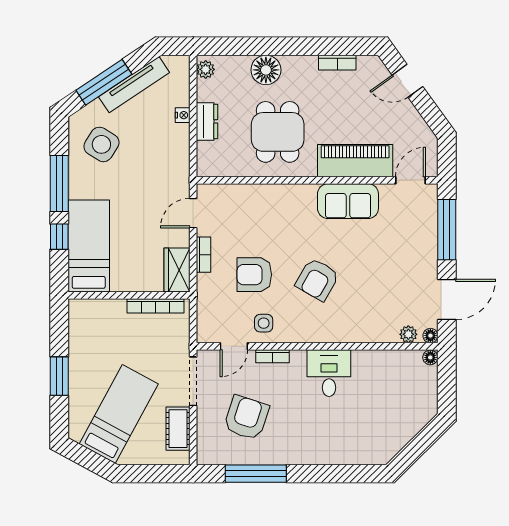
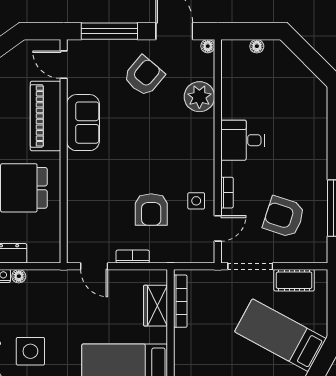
floor lamp: (182, 132) -> (19, 276), added
side table: (101, 144) -> (30, 351), turned -32
wardrobe: (177, 270) -> (156, 306), moved, turned 90
armchair: (317, 279) -> (144, 76), moved, turned -80
plant: (408, 334) -> (199, 97), moved, width x1.88, depth x1.88
door: (234, 346) -> (218, 228), hinge flipped
floor lamp: (430, 357) -> (257, 46), moved

